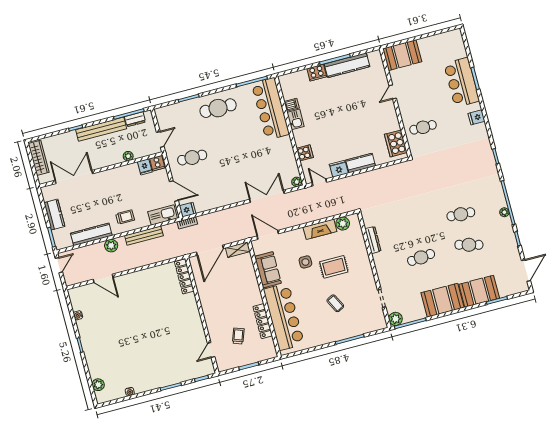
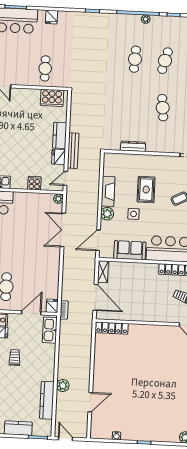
trolley: (125, 217) -> (15, 357), moved
plant: (343, 223) -> (107, 214), moved
bench: (144, 236) -> (73, 151), moved

